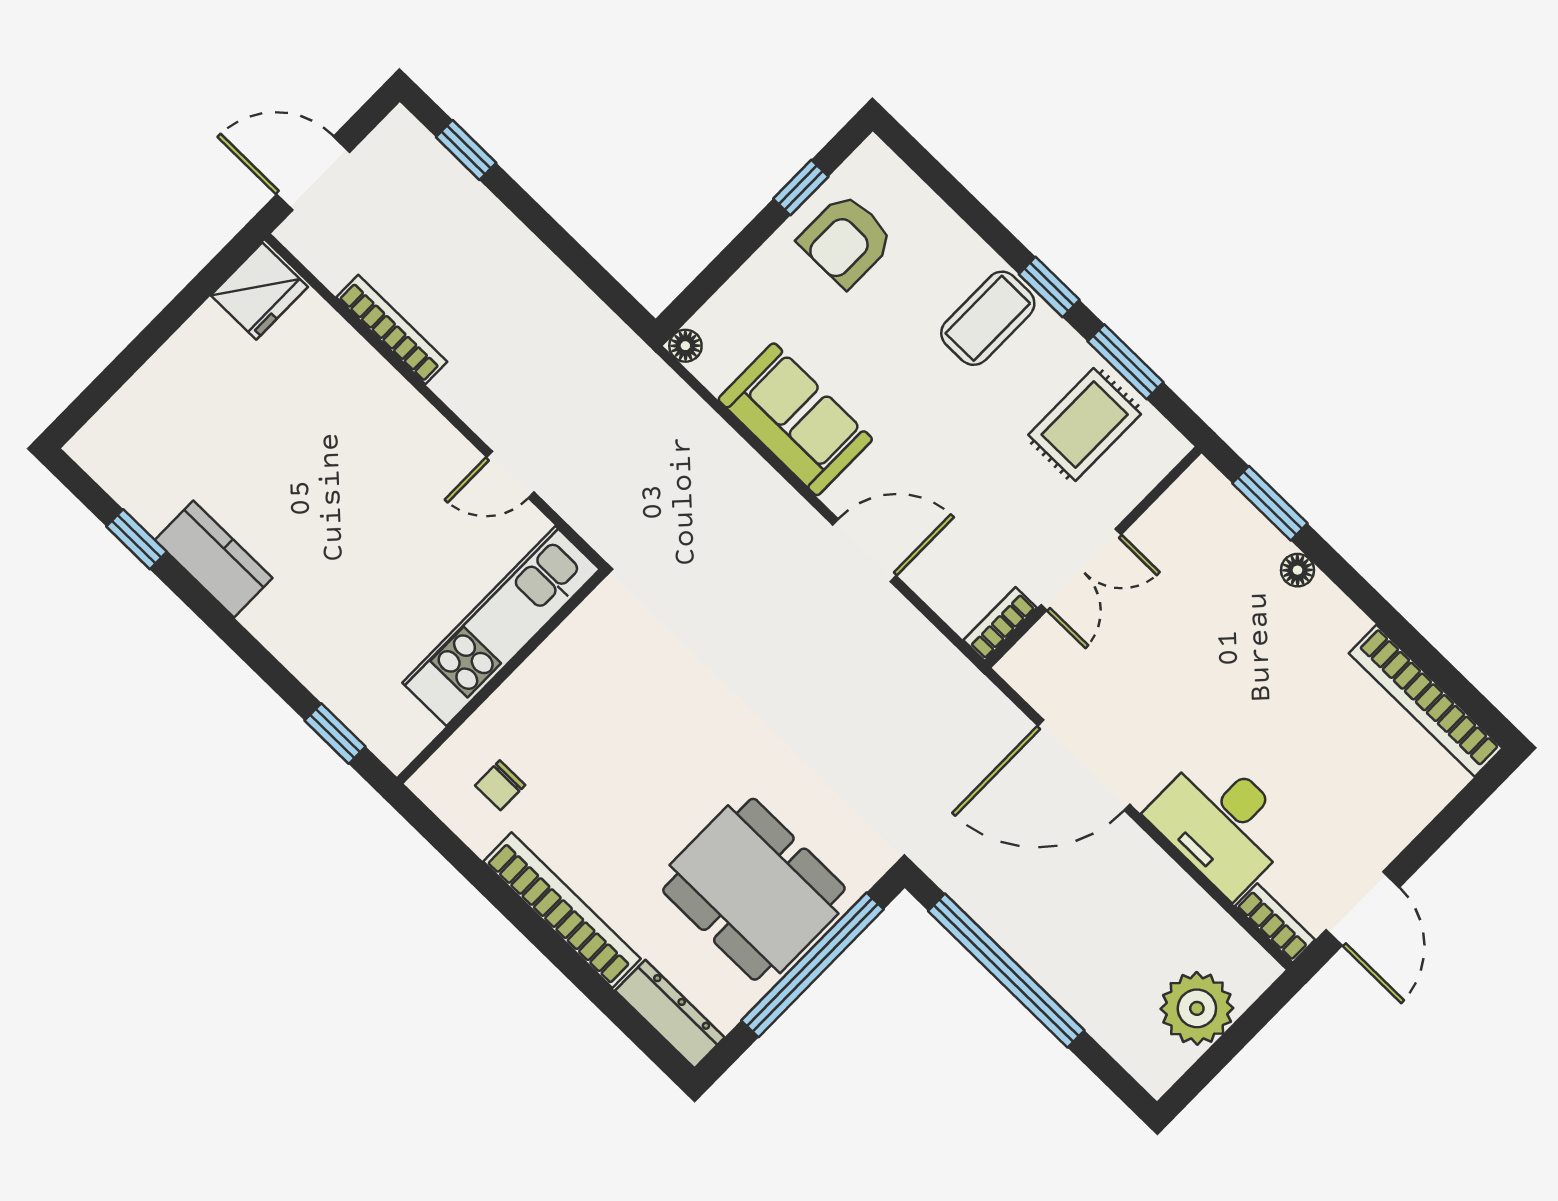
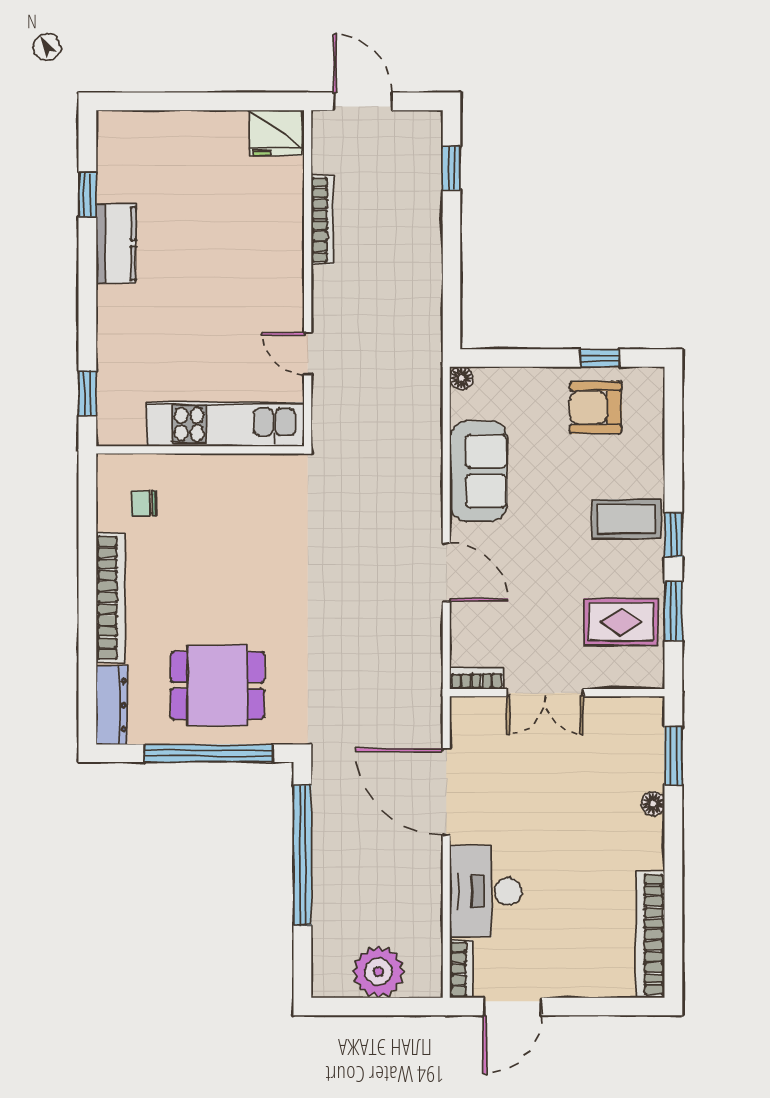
dining table: (754, 889) -> (217, 685), width x0.73

